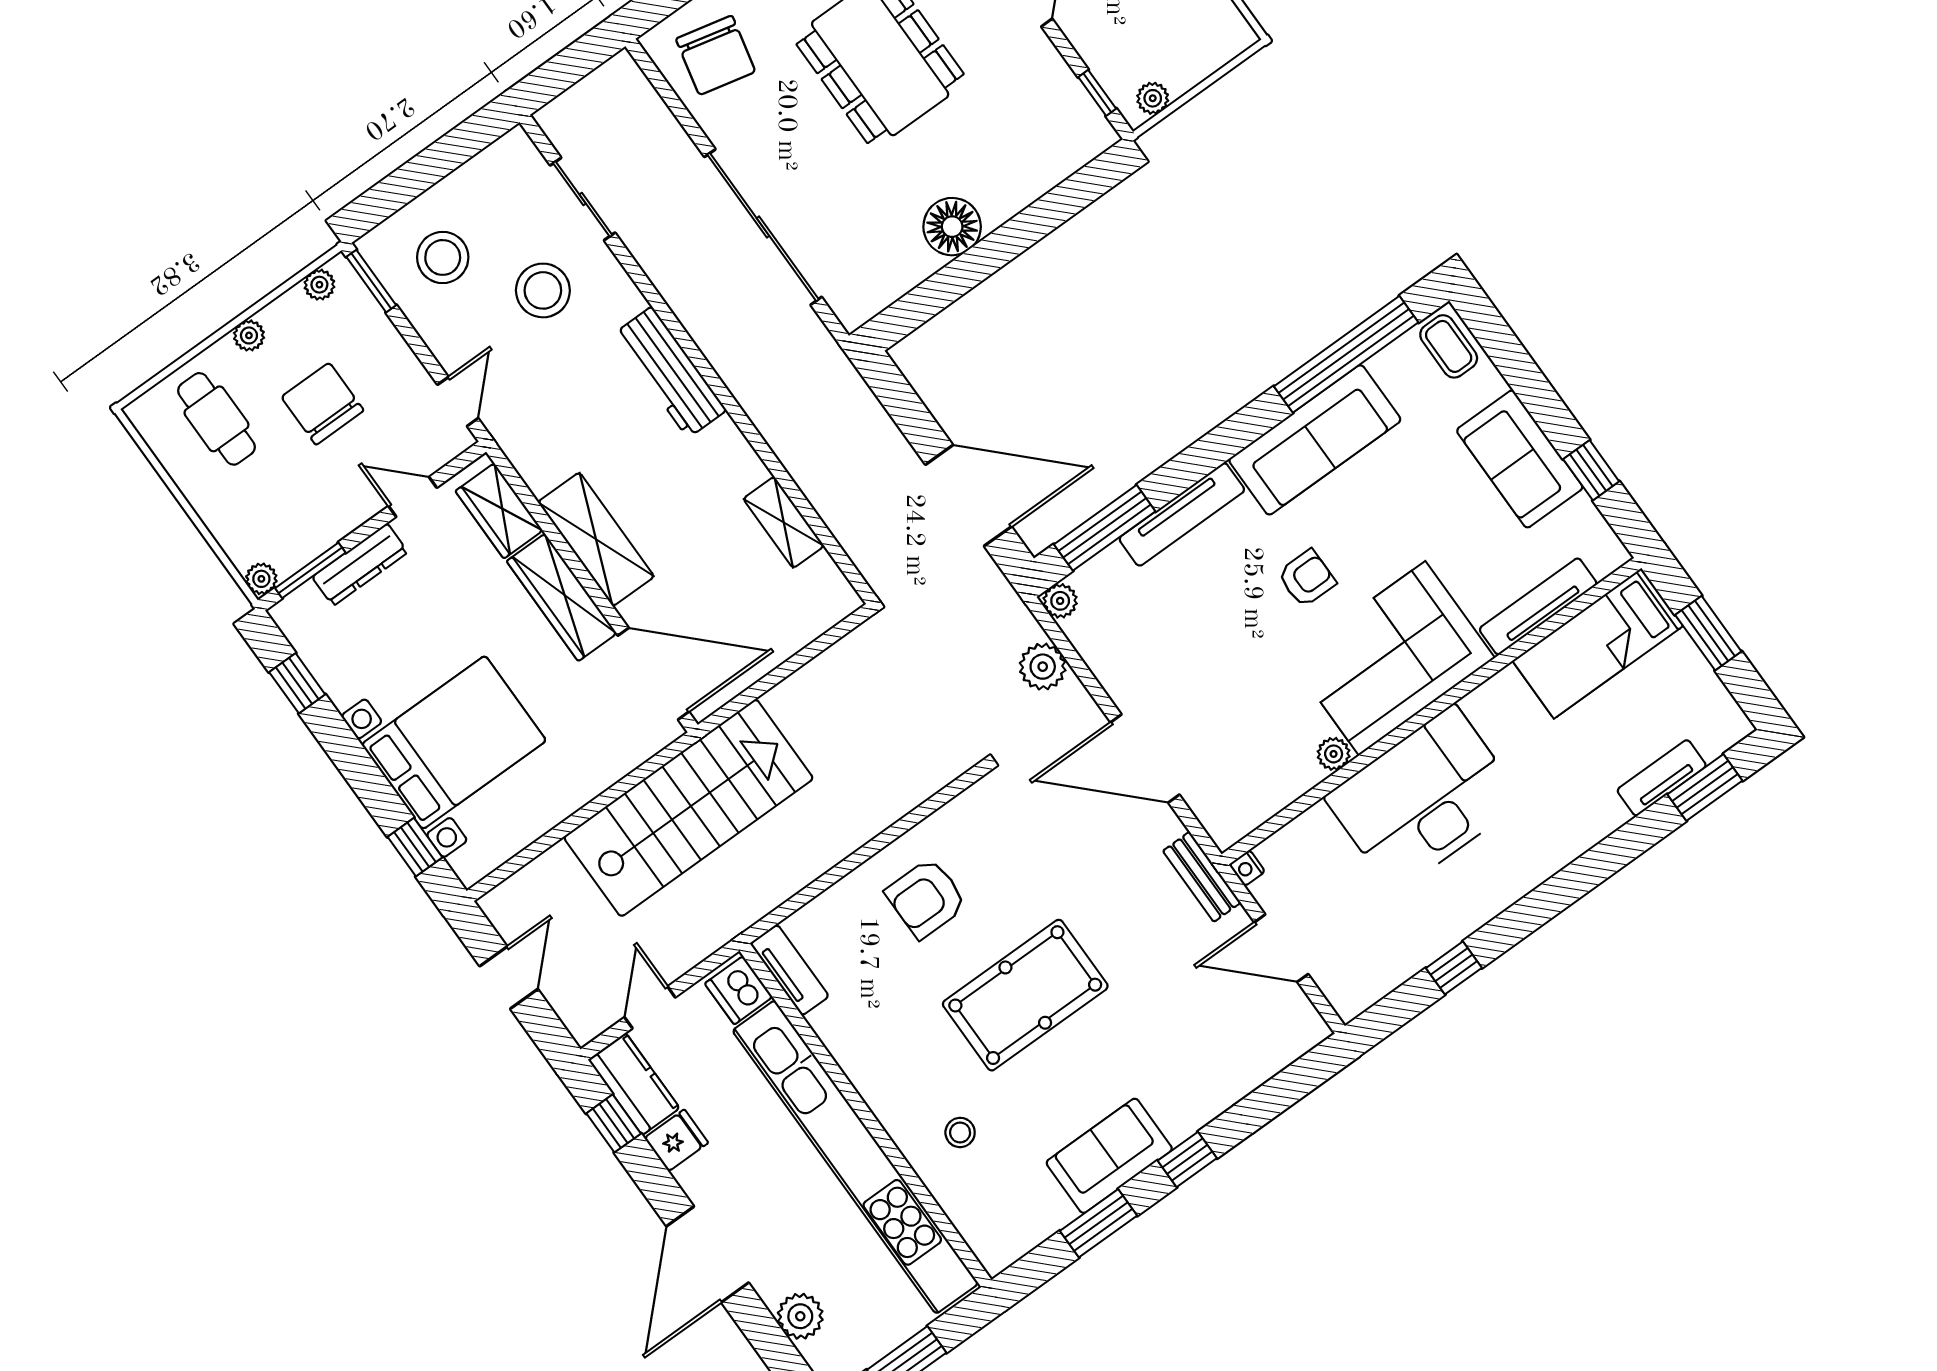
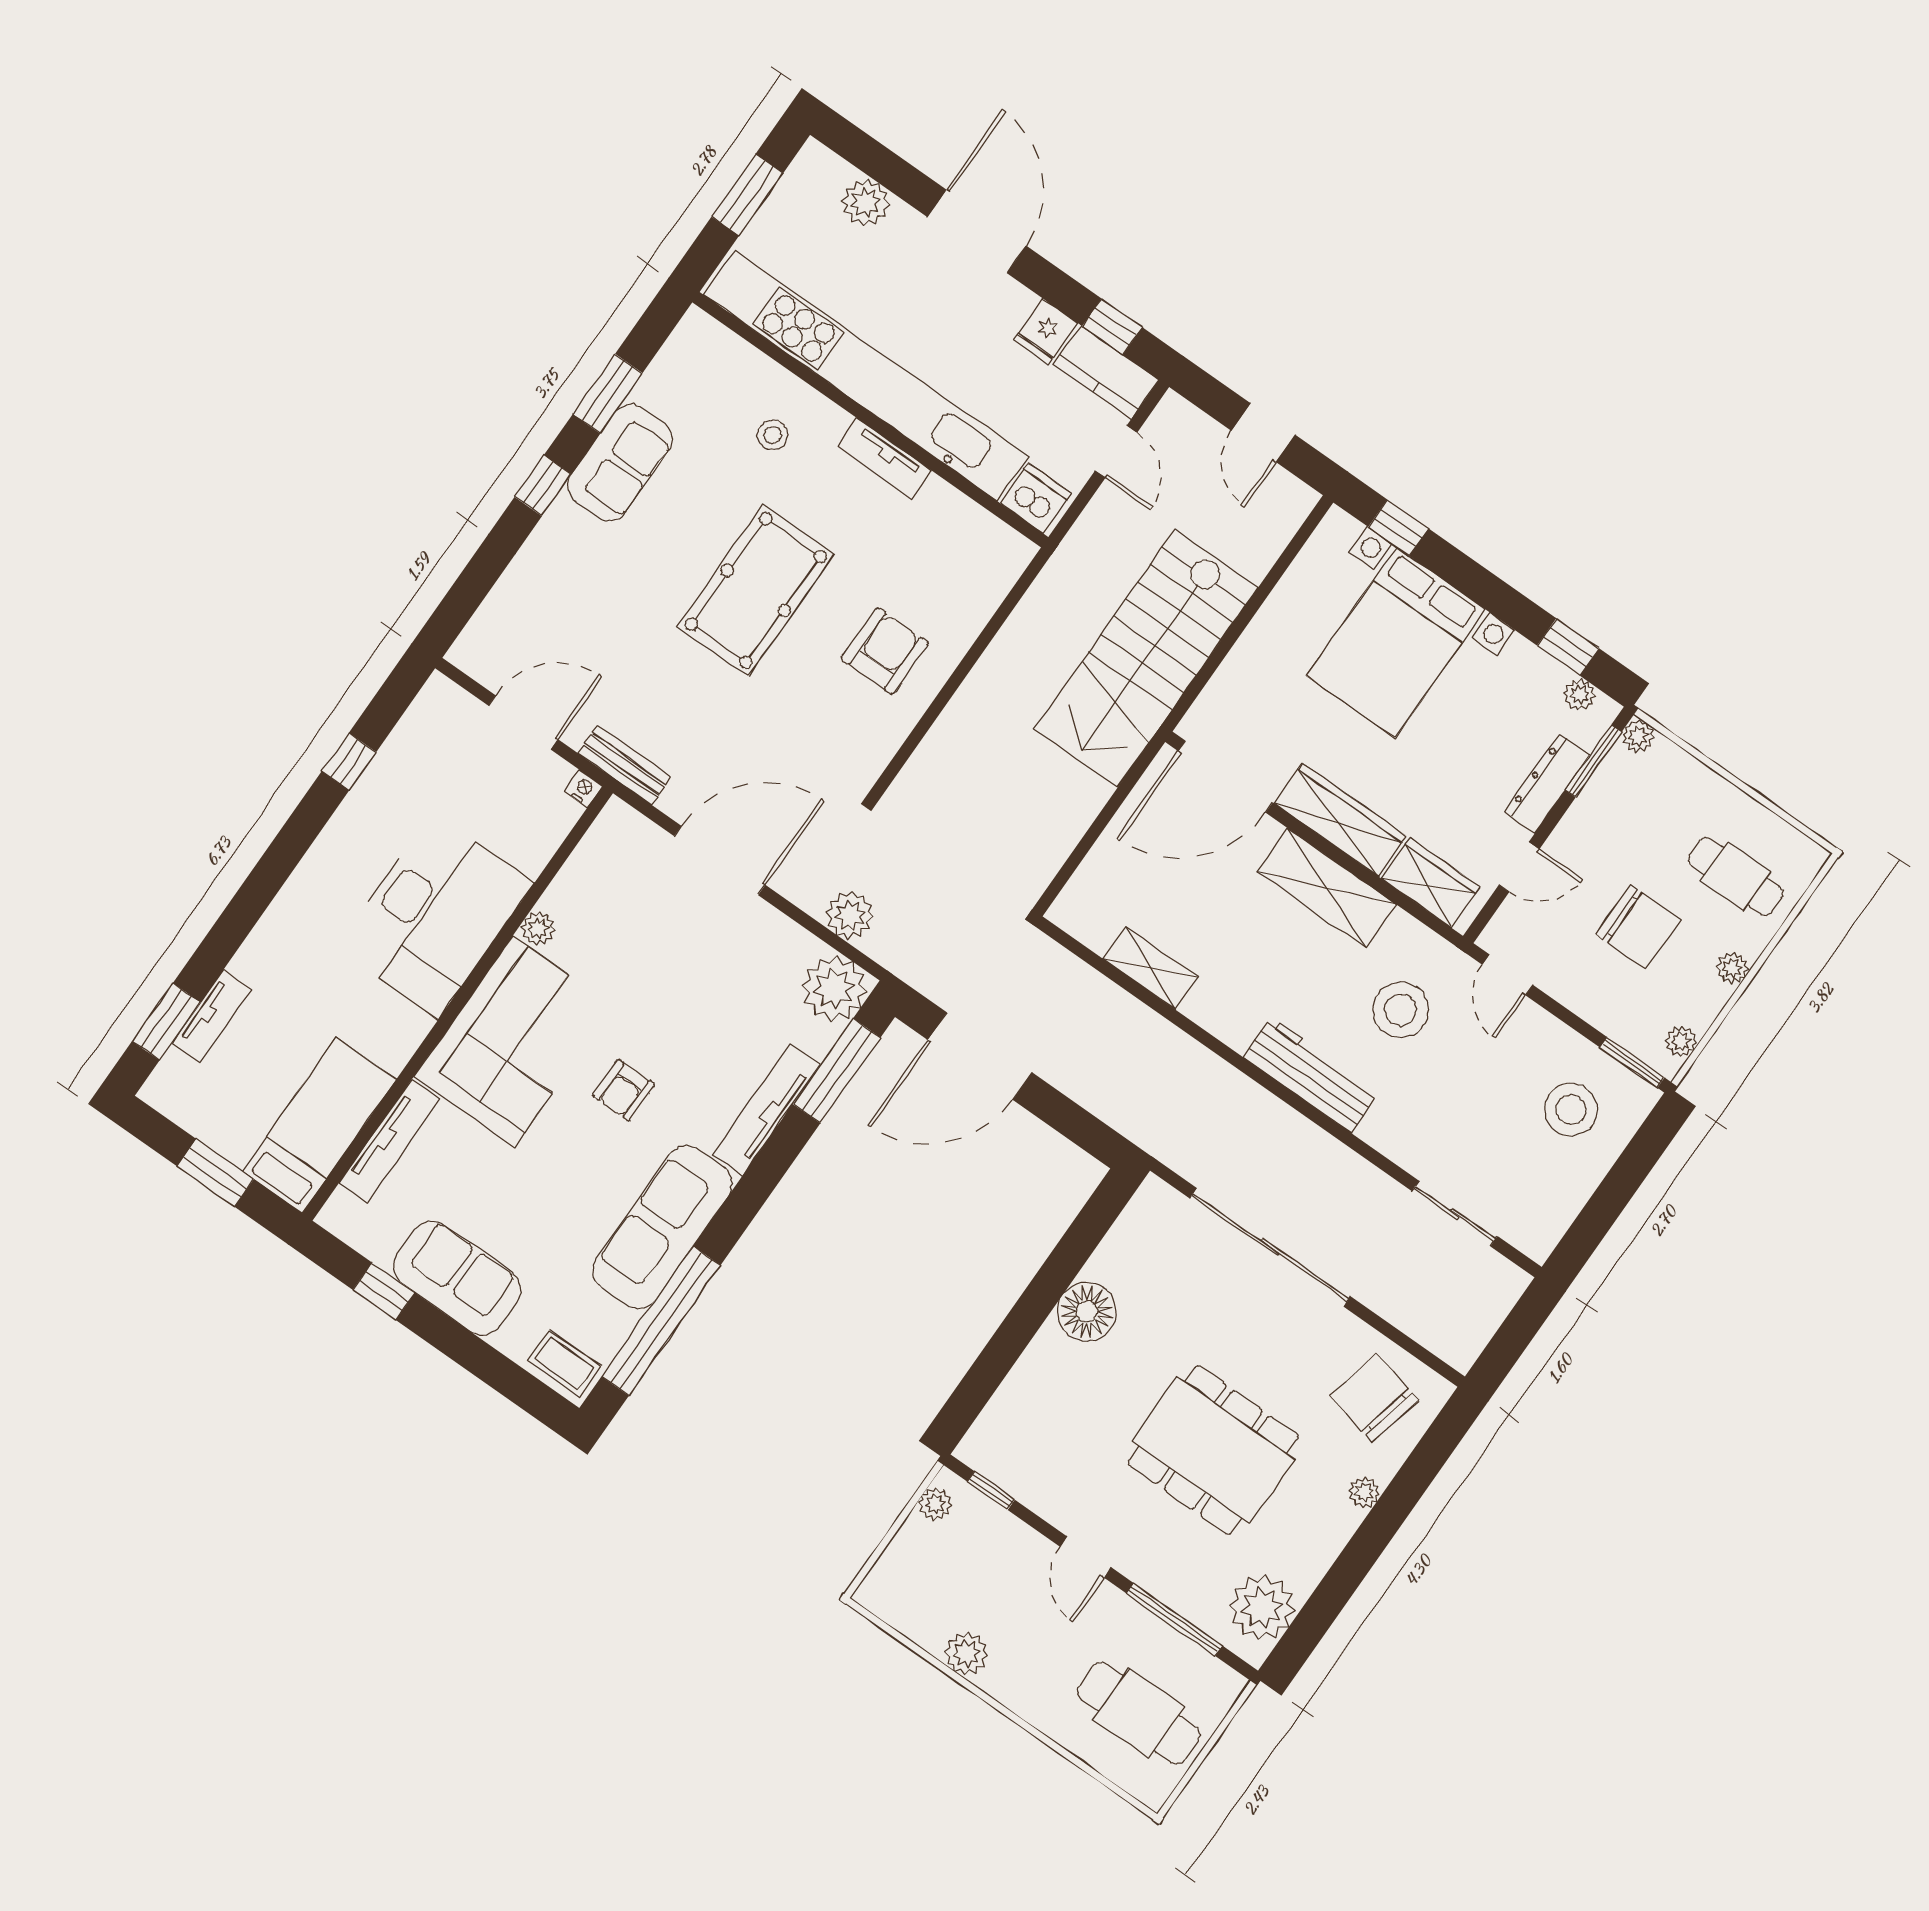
stool: (543, 290) -> (1401, 1010), moved
plant: (1060, 601) -> (834, 989), width x1.88, depth x1.88
plant: (302, 636) -> (1579, 695), added
tv unit: (790, 970) -> (884, 459), moved

